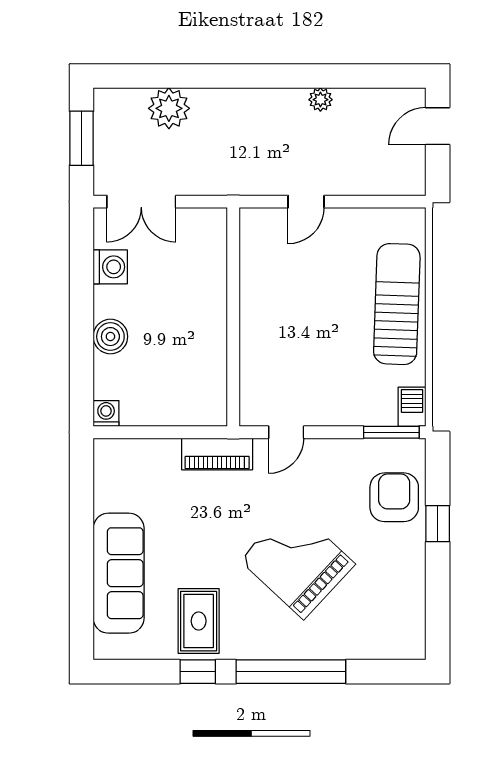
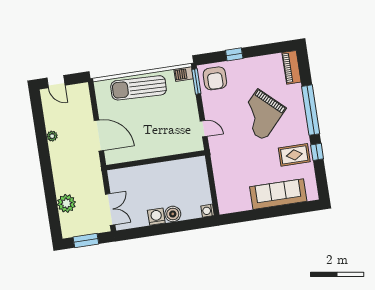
door: (306, 202) -> (99, 136), width x1.88
washing machine: (110, 267) -> (156, 217), moved
piano: (217, 454) -> (291, 67), moved, turned 180
armchair: (394, 497) -> (215, 78), moved, turned -90

